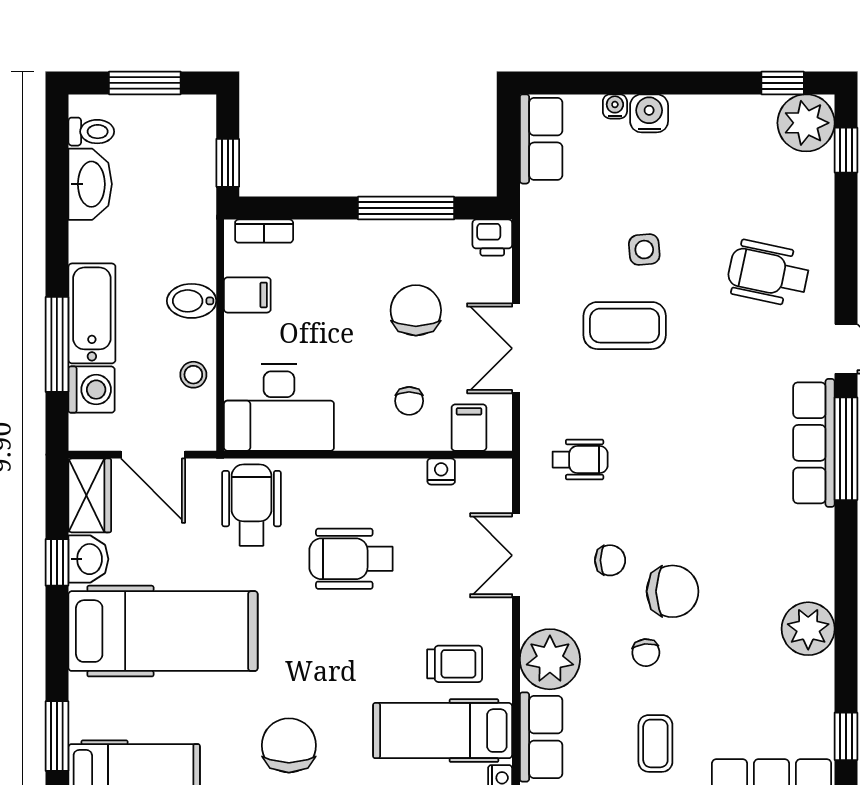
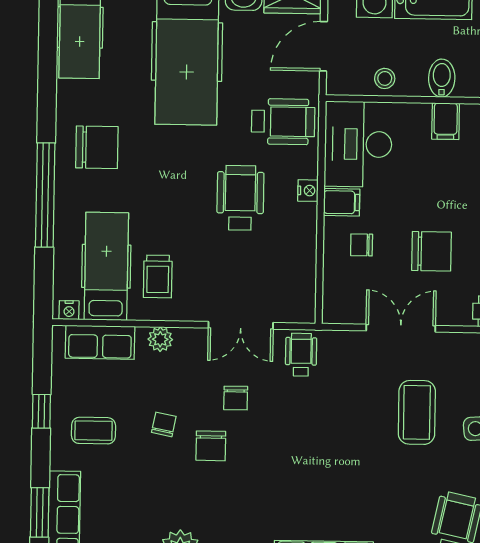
filing cabinet: (469, 428) -> (342, 202), moved
wheelchair: (580, 460) -> (301, 355), moved, turned 180
nightstand: (441, 471) -> (308, 191), moved
double door: (516, 555) -> (241, 325), swing flipped
chair: (673, 591) -> (211, 446), width x0.73, depth x0.73
chair: (646, 653) -> (164, 424), turned 107
plant: (550, 659) -> (160, 339), width x0.53, depth x0.53

